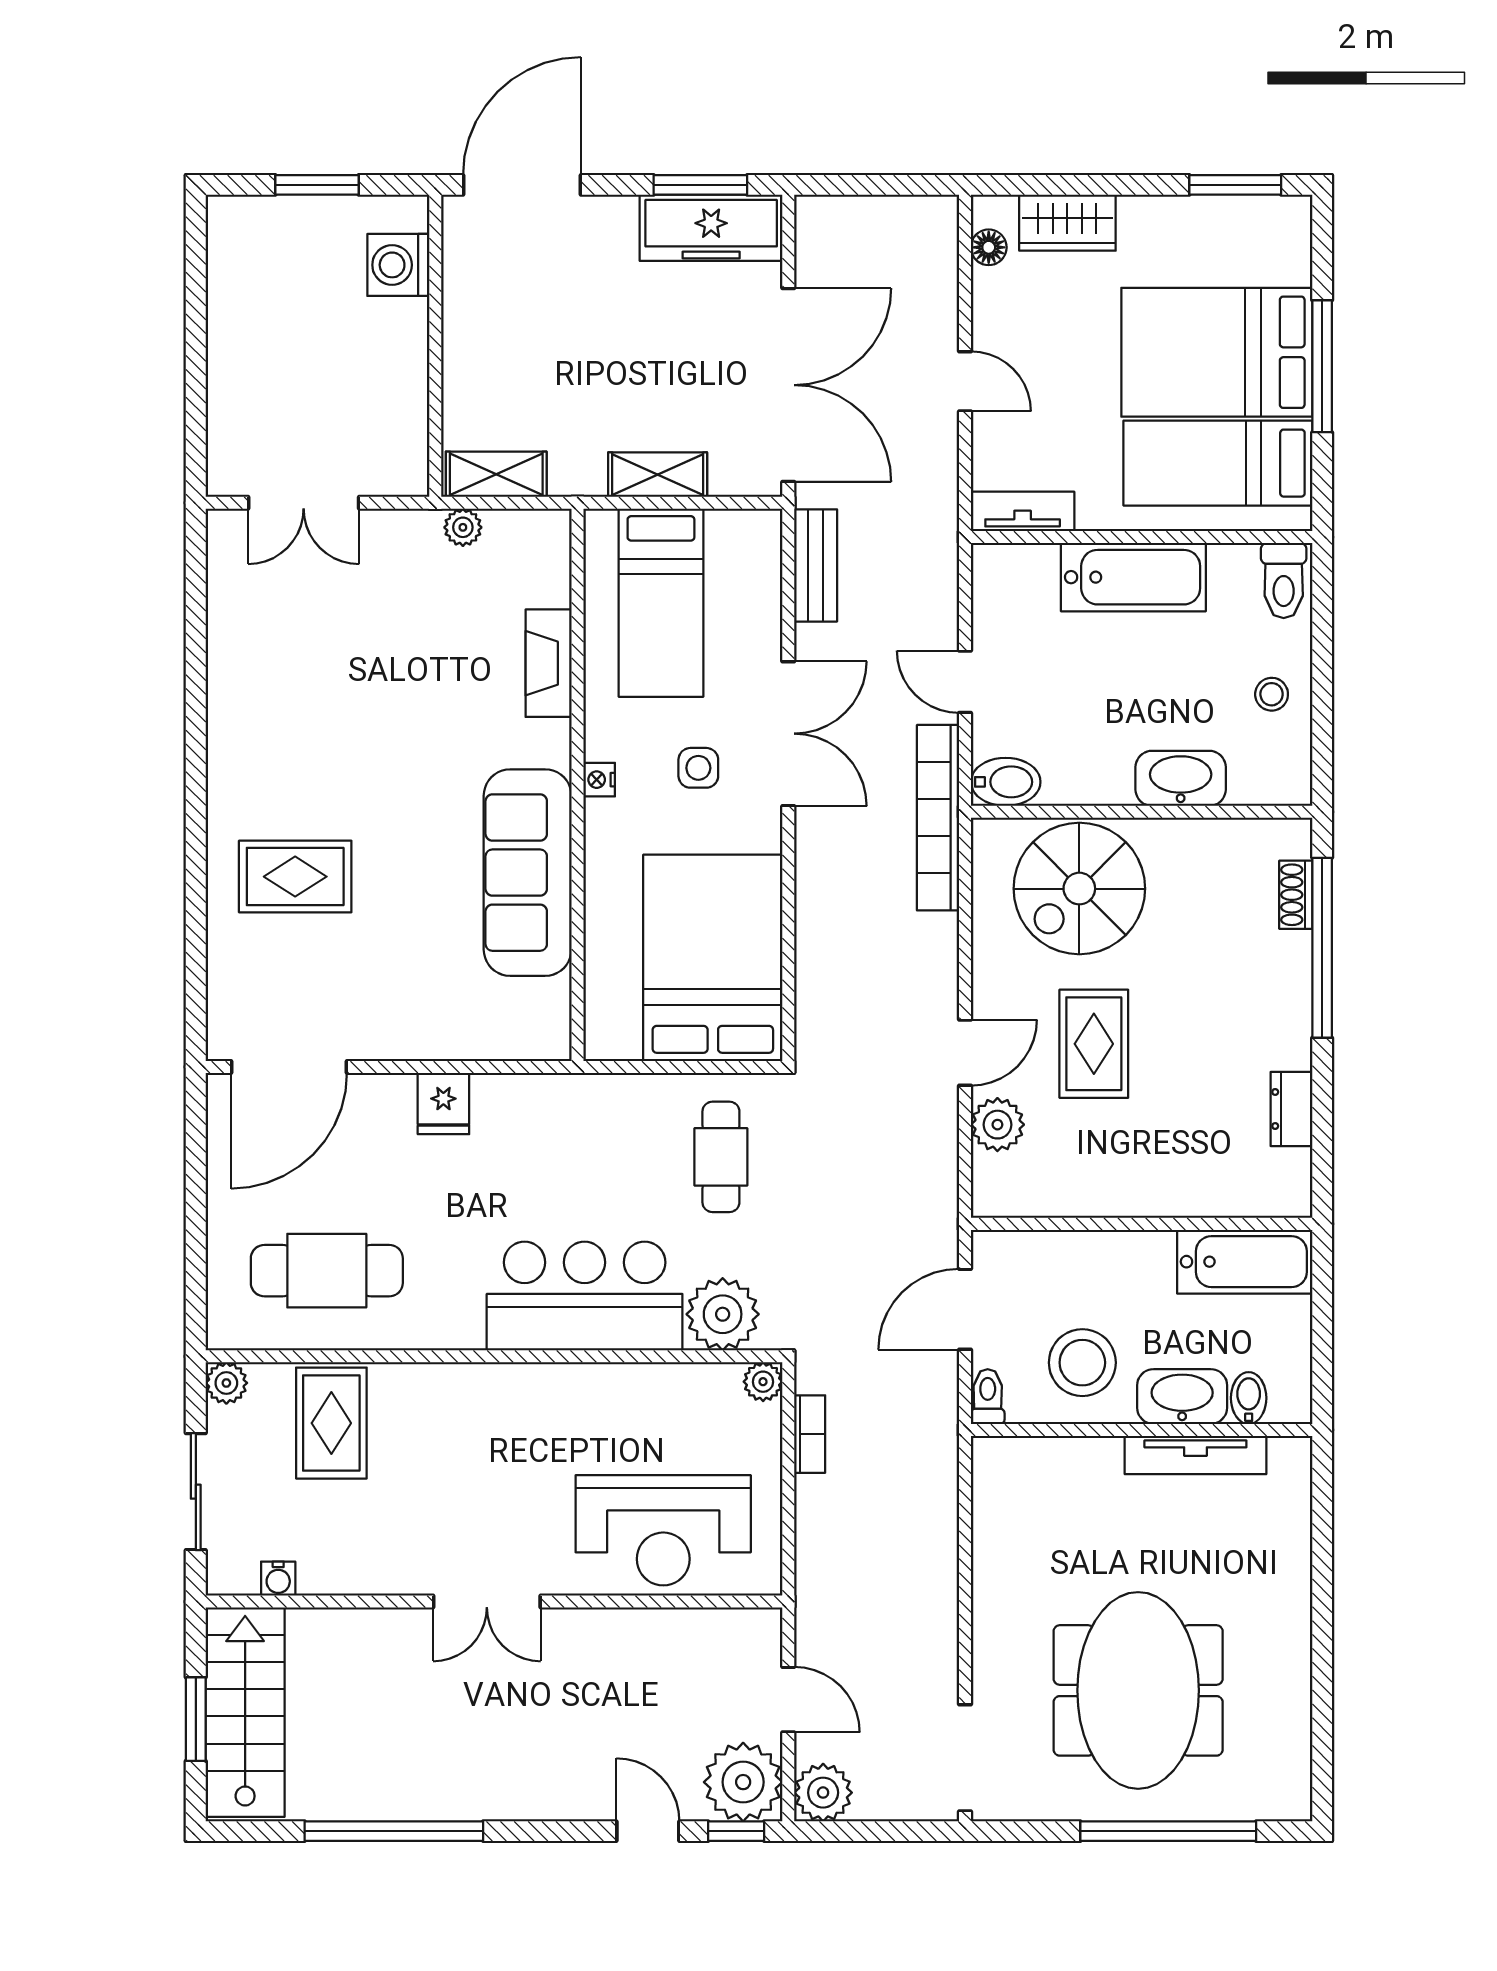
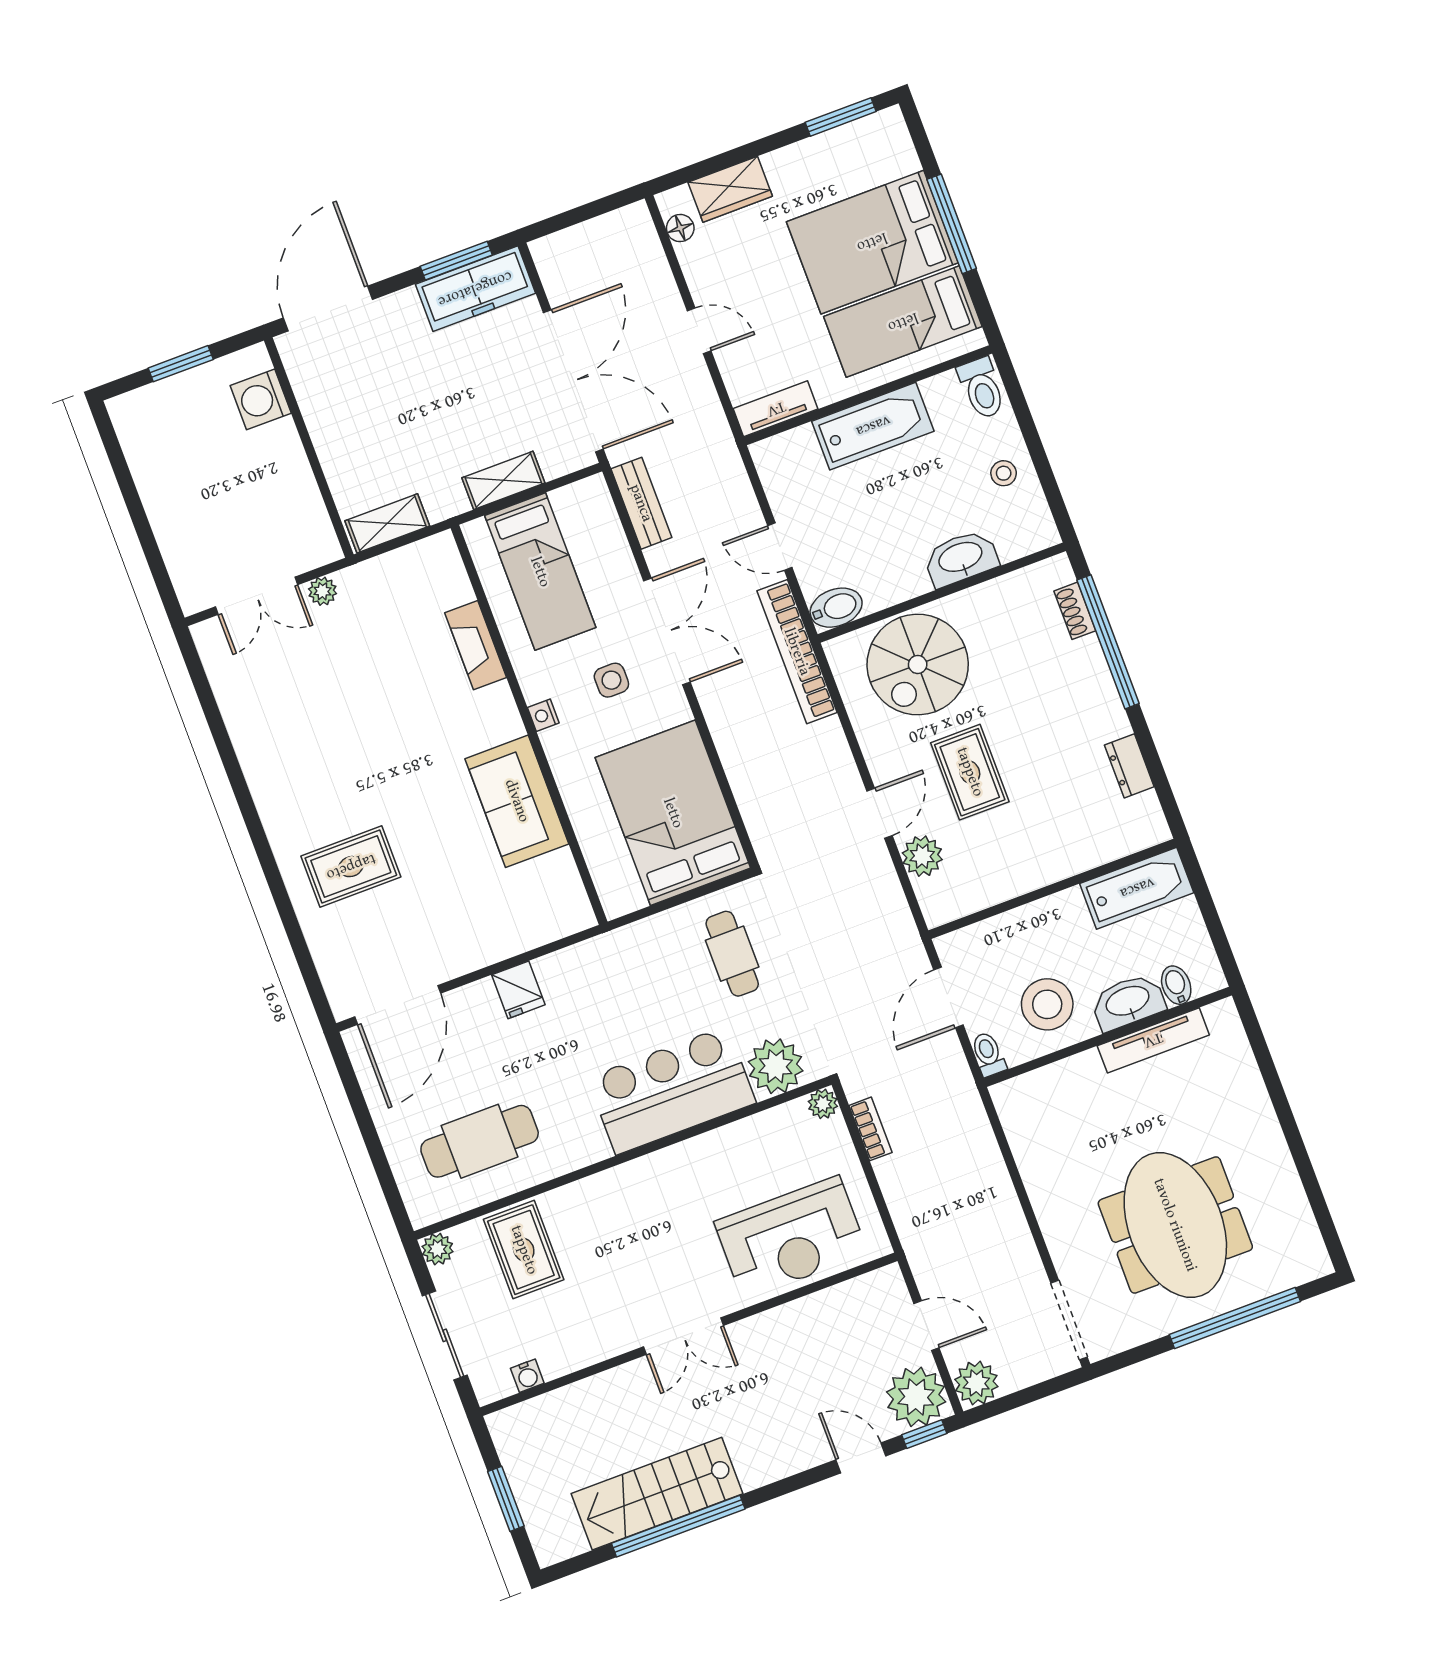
plant: (463, 527) -> (322, 591), moved
sofa: (528, 873) -> (517, 801), width x0.73
stairs: (245, 1712) -> (657, 1494), moved, turned -90

